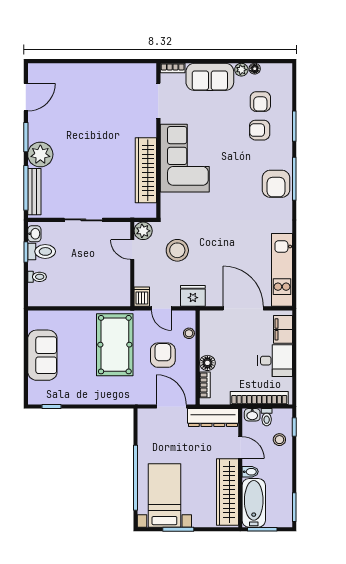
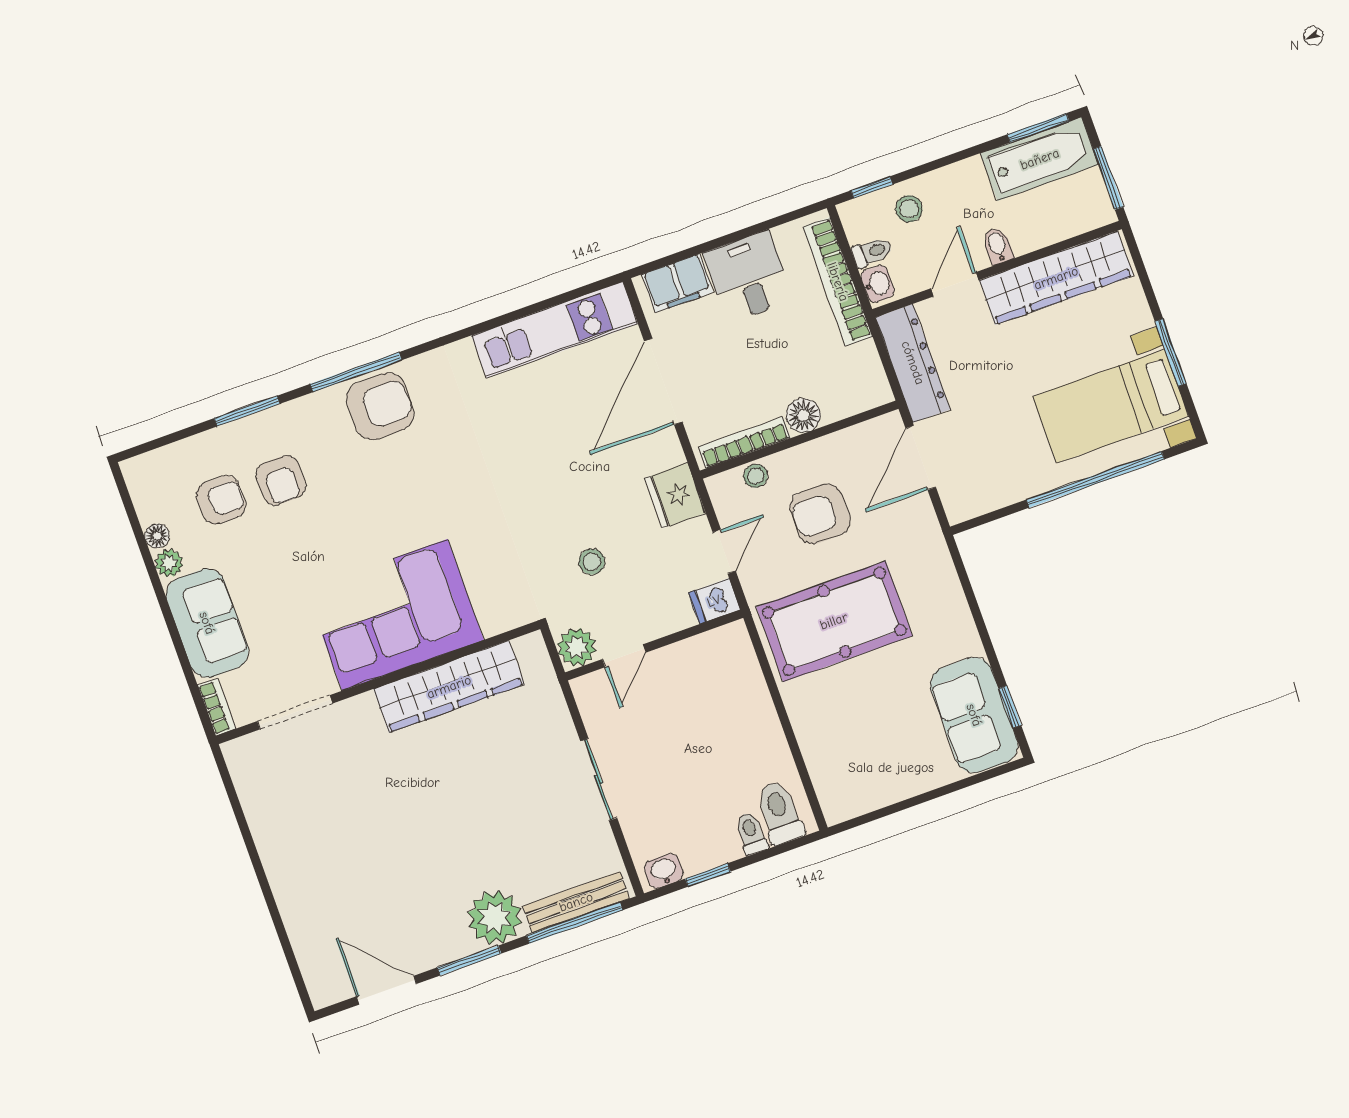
stool: (177, 250) -> (592, 562), width x0.53, depth x0.53
toilet: (42, 251) -> (780, 813), moved
sofa: (42, 355) -> (974, 715), moved, turned -90
bookcase: (205, 385) -> (744, 443), moved, width x1.56
bathtub: (254, 503) -> (1040, 159), moved, turned 180

